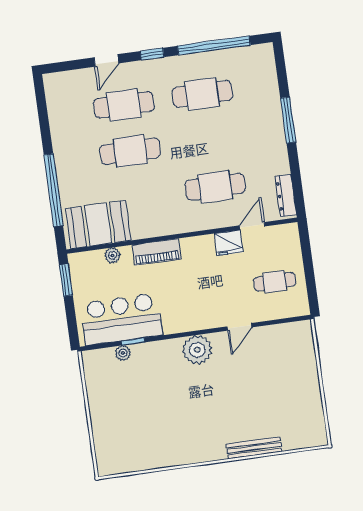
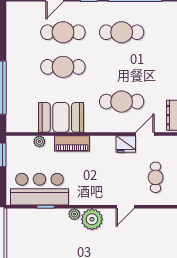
booth: (98, 225) -> (61, 117), moved
cafe table: (275, 282) -> (156, 177), turned 90
plant: (123, 353) -> (74, 214), moved

